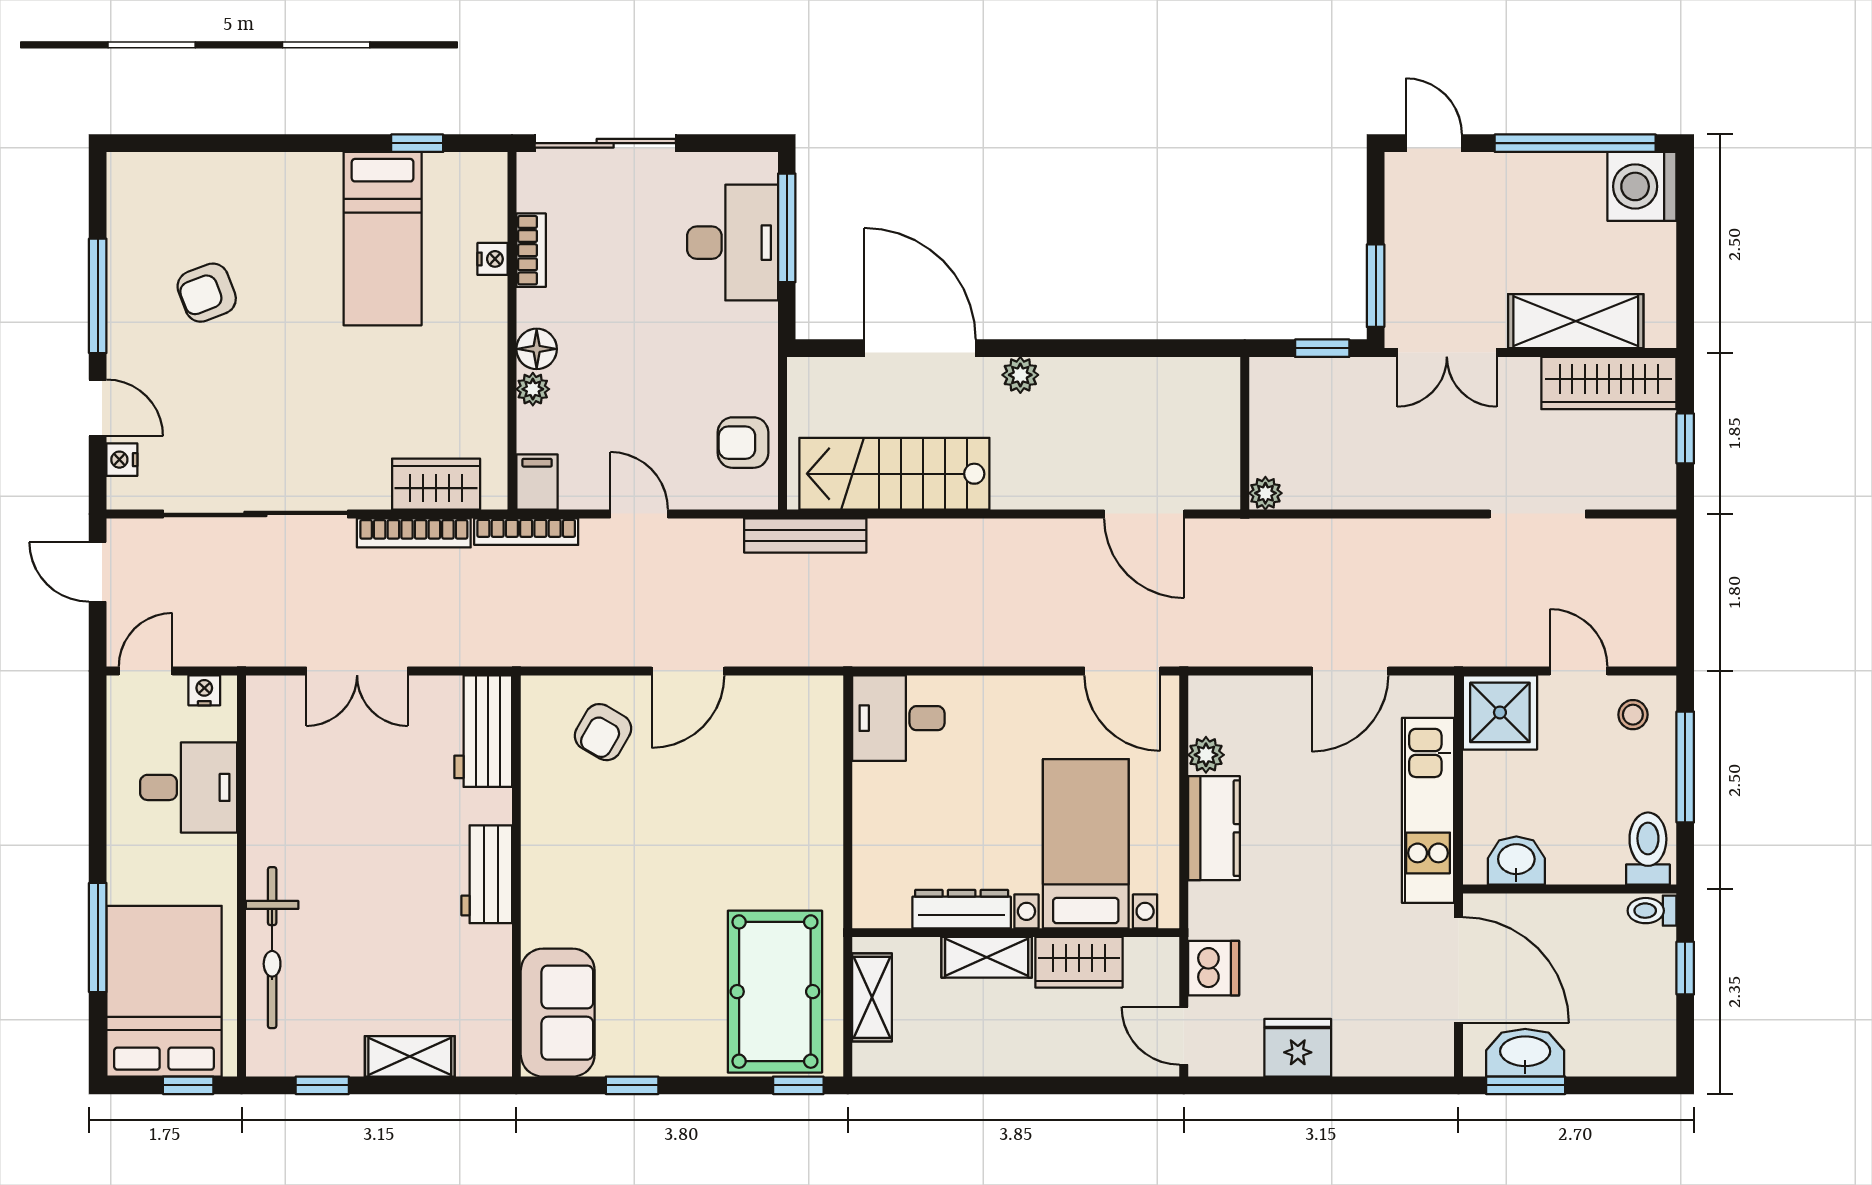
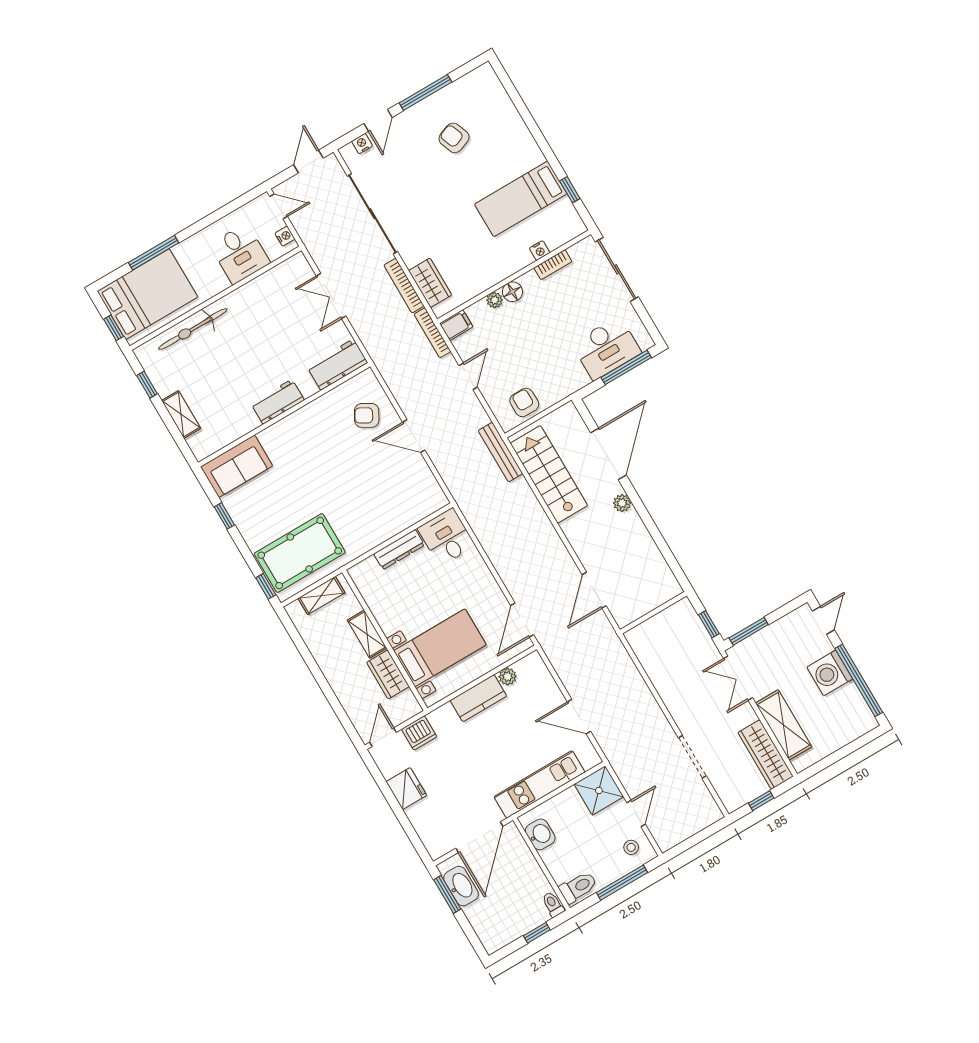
washing machine: (1642, 186) -> (830, 673), moved, turned -90
plant: (1265, 493) -> (633, 636), removed
dresser: (962, 909) -> (399, 549), moved, turned 90

